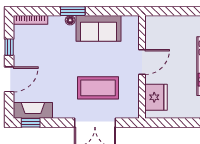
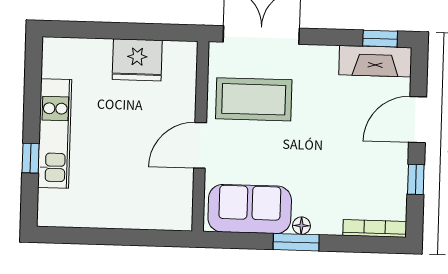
door: (142, 62) -> (200, 145), moved
wall: (142, 67) -> (200, 136), moved
fridge: (156, 97) -> (137, 60), moved, turned -90

